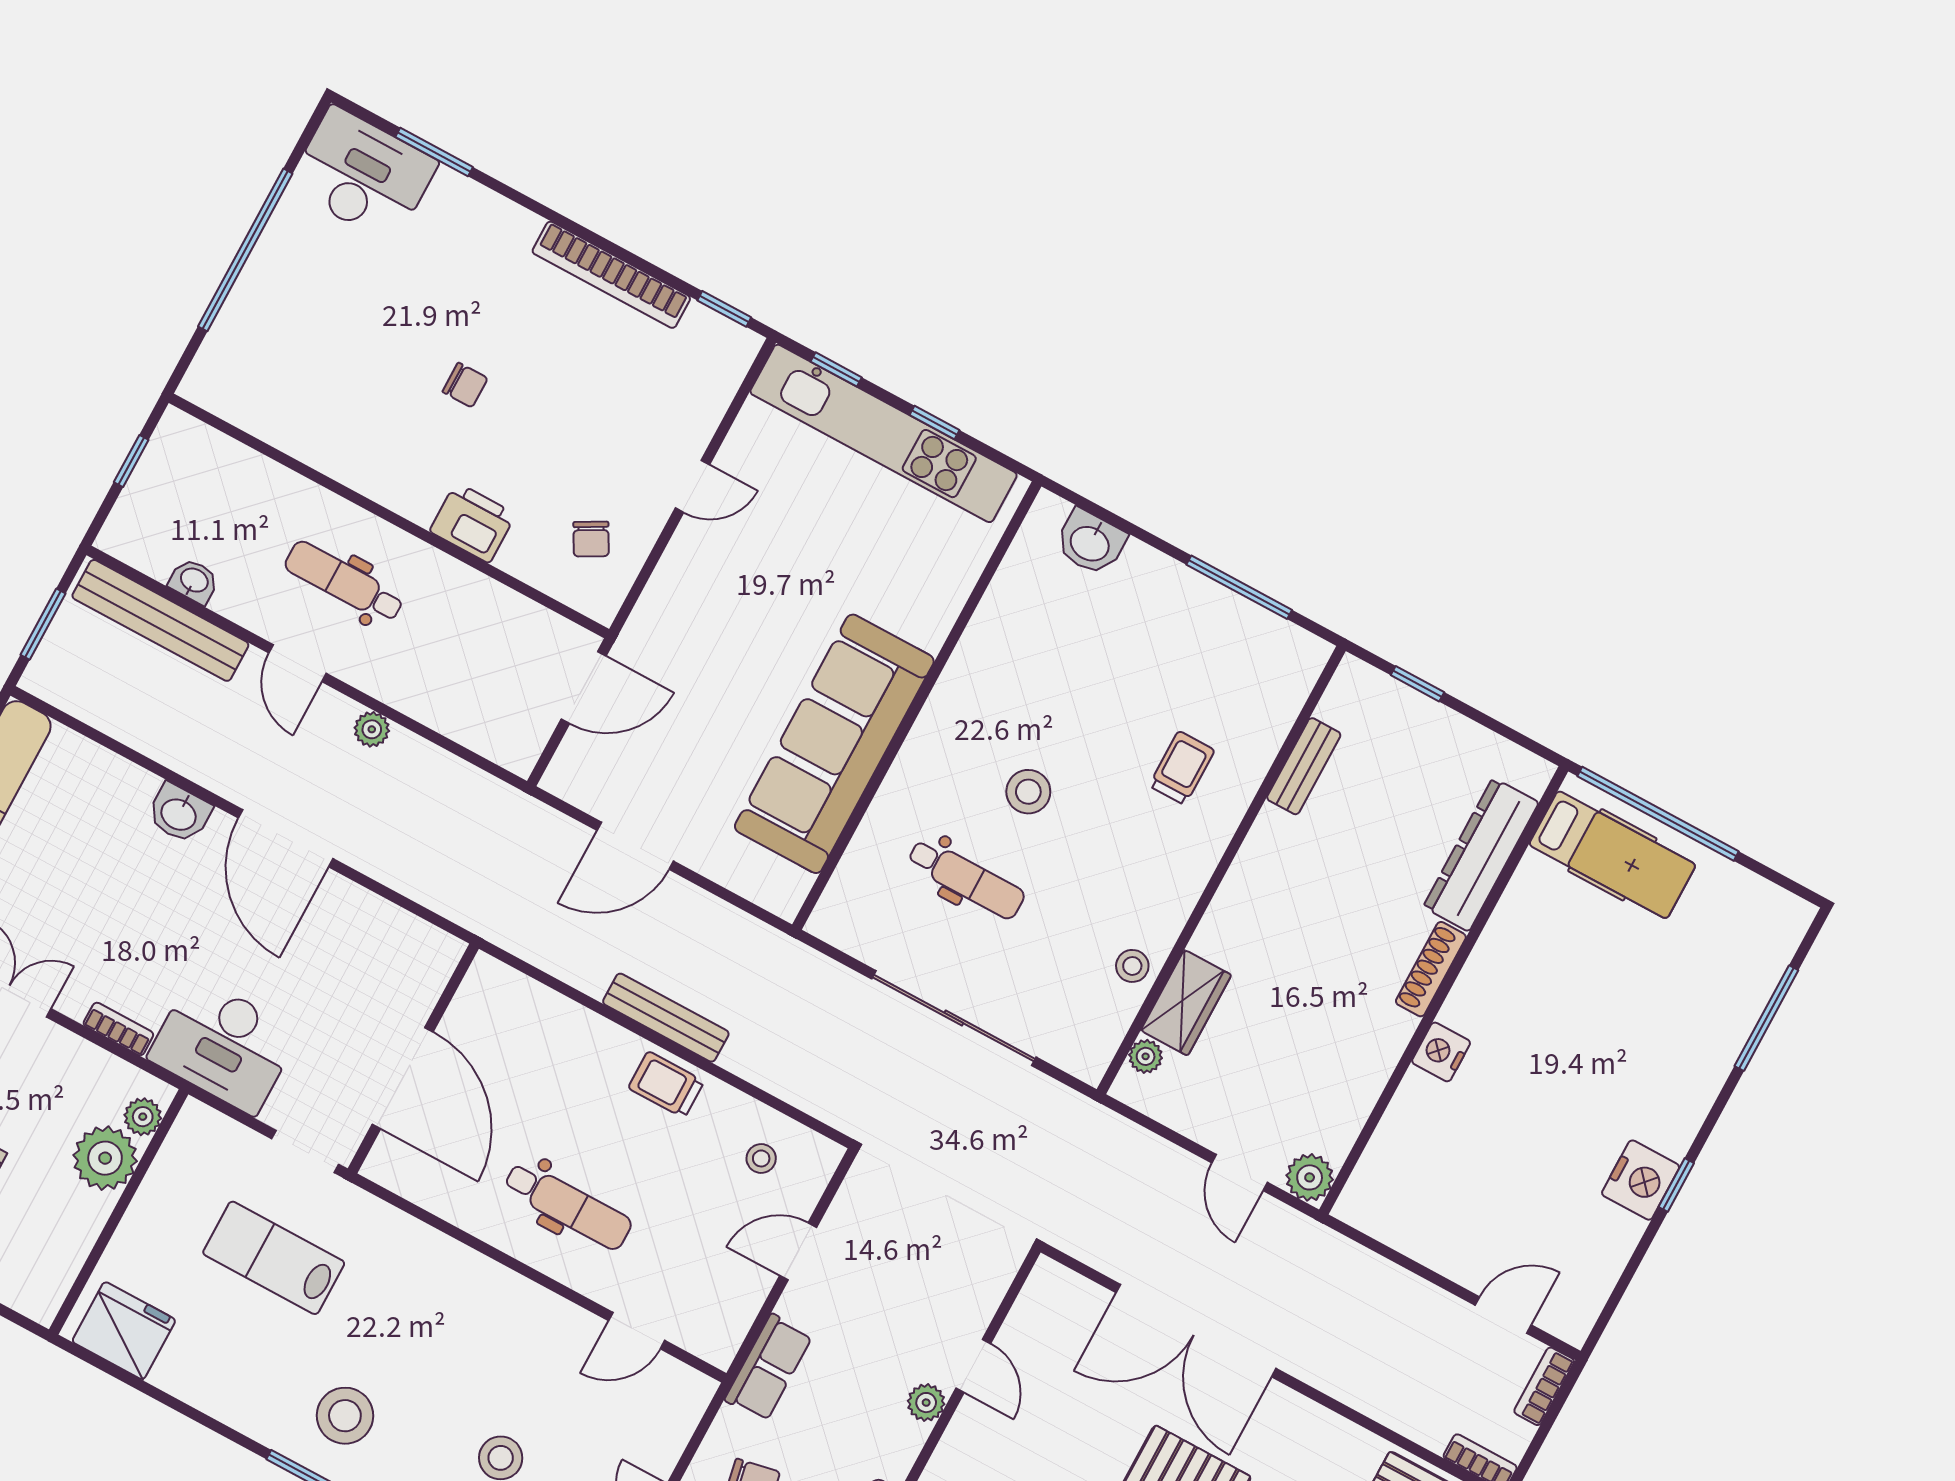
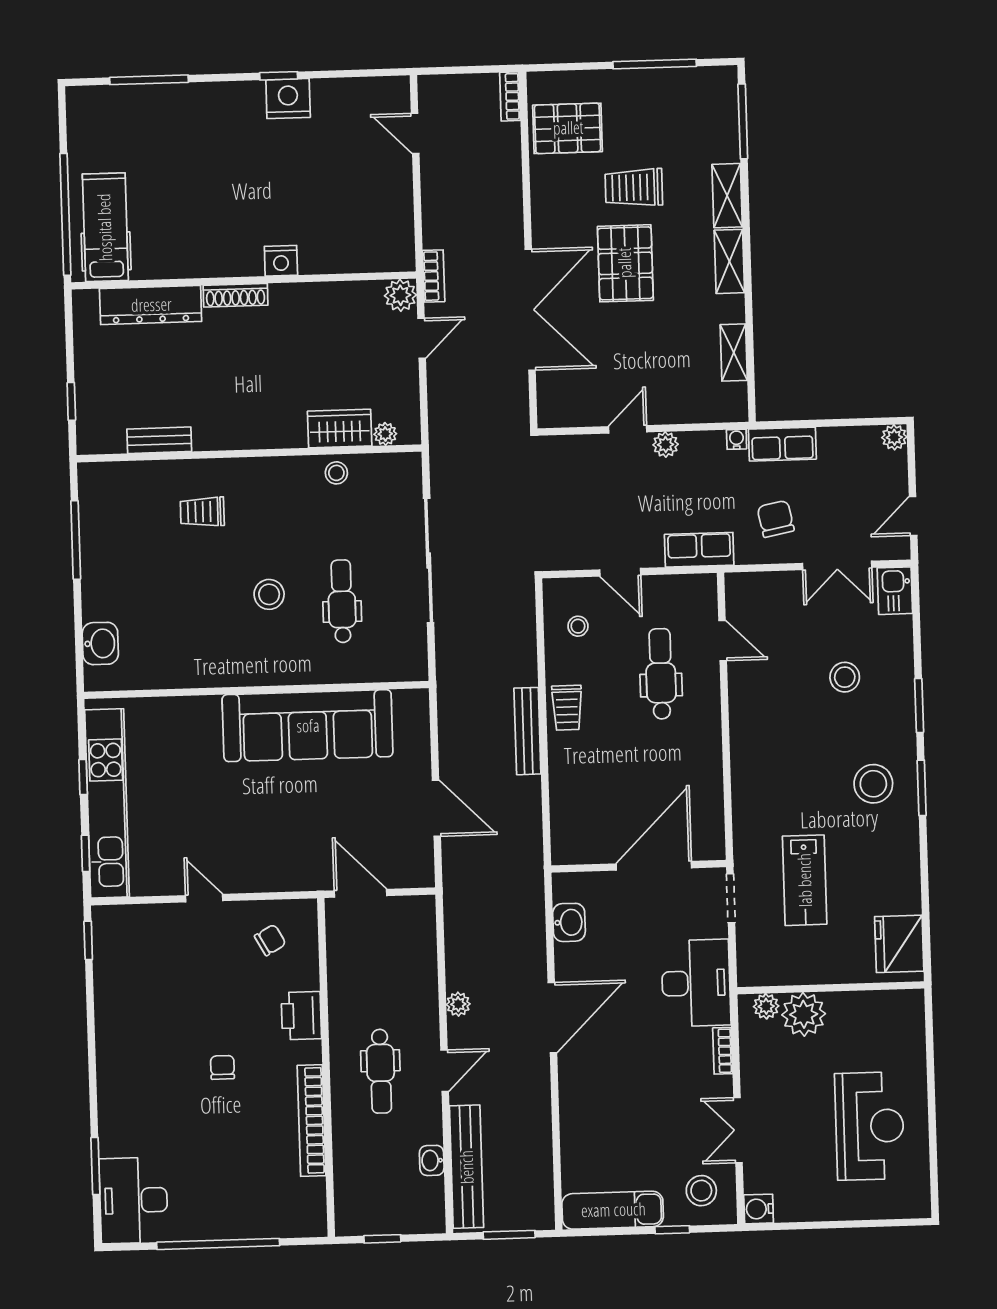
bookcase: (611, 275) -> (311, 1120), moved, turned 180
washbasin: (179, 813) -> (569, 922), moved
dental chair: (568, 1206) -> (661, 674), moved
bookcase: (1544, 1386) -> (434, 276), moved, turned -90

